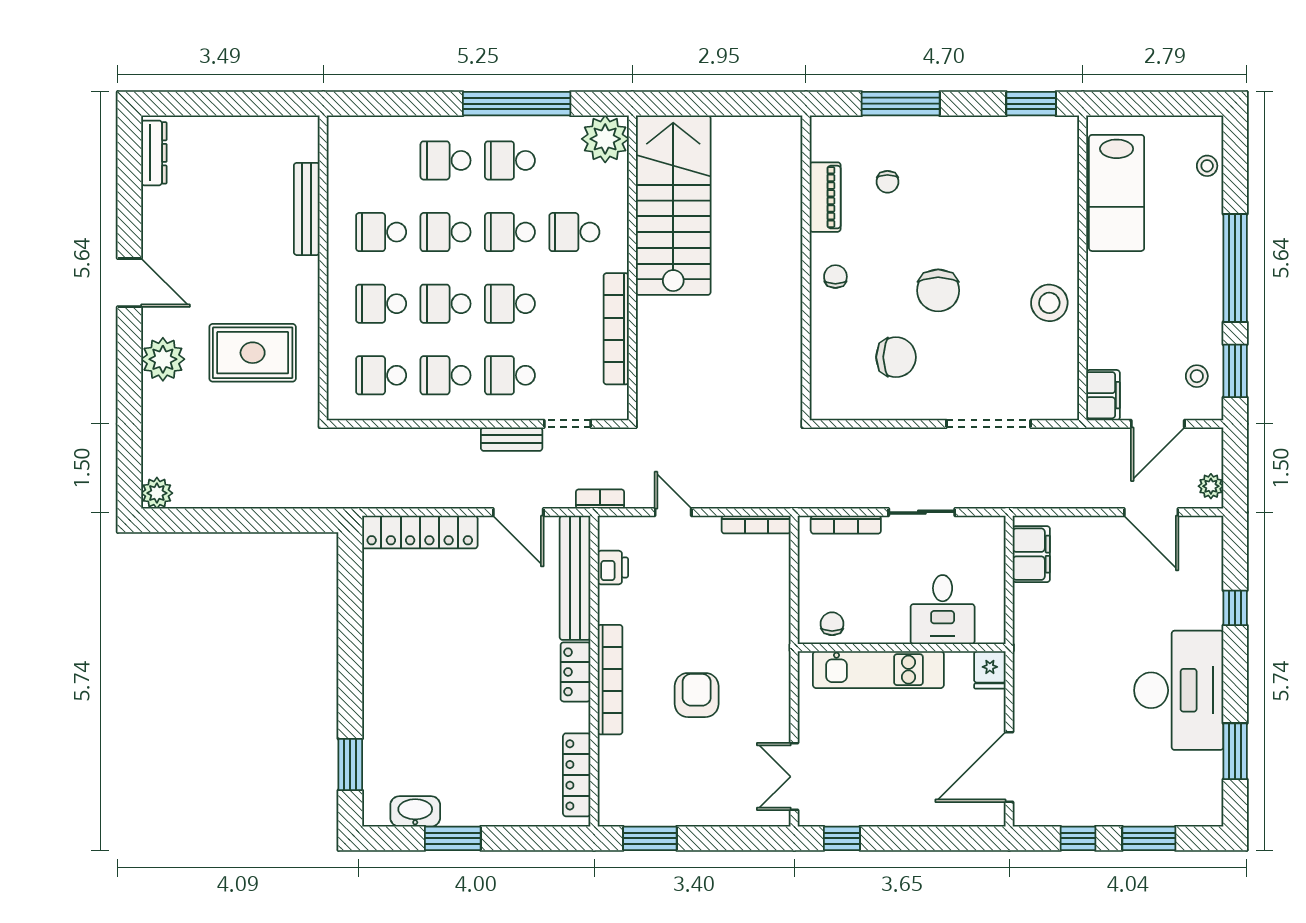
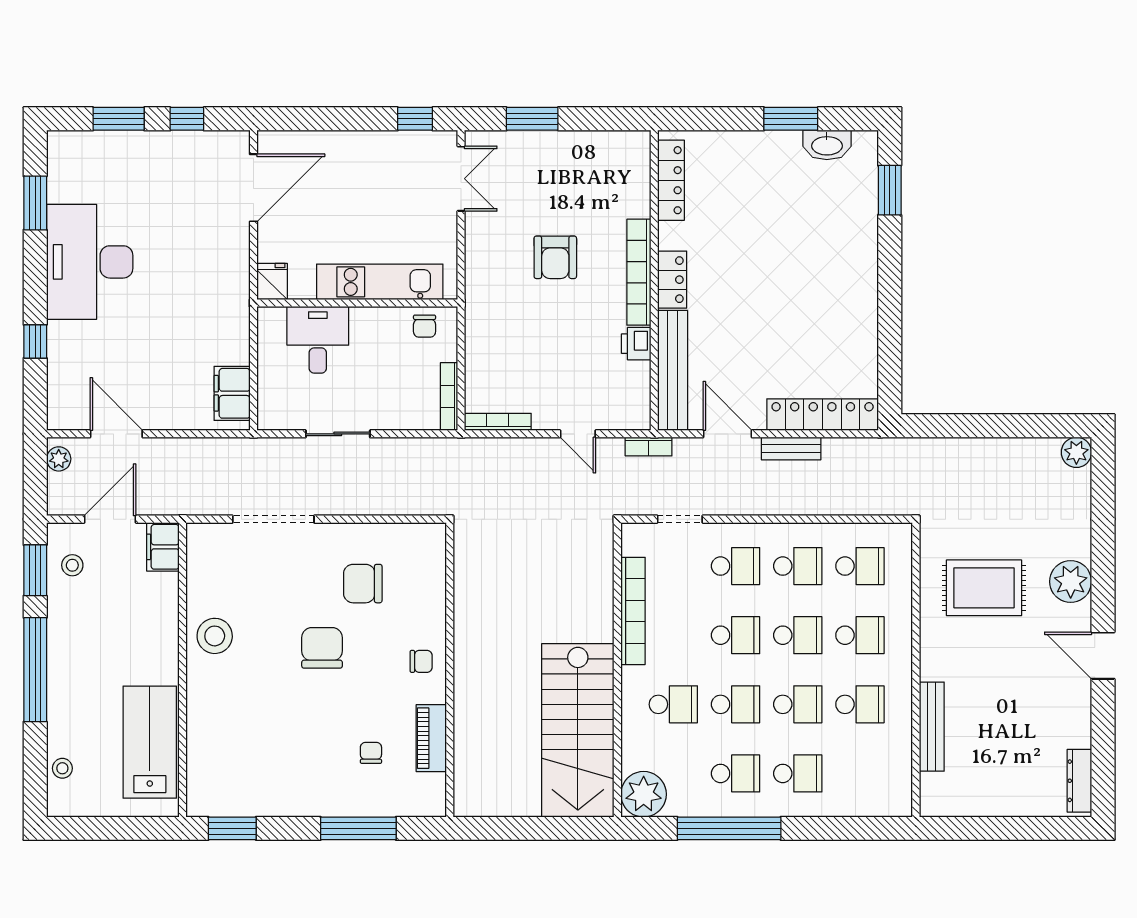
chair: (835, 277) -> (421, 661), turned -90
bench: (512, 439) -> (791, 449), moved
bookcase: (846, 525) -> (449, 397), moved, turned -90
printer: (613, 567) -> (636, 344), moved
window: (650, 838) -> (532, 119), moved

